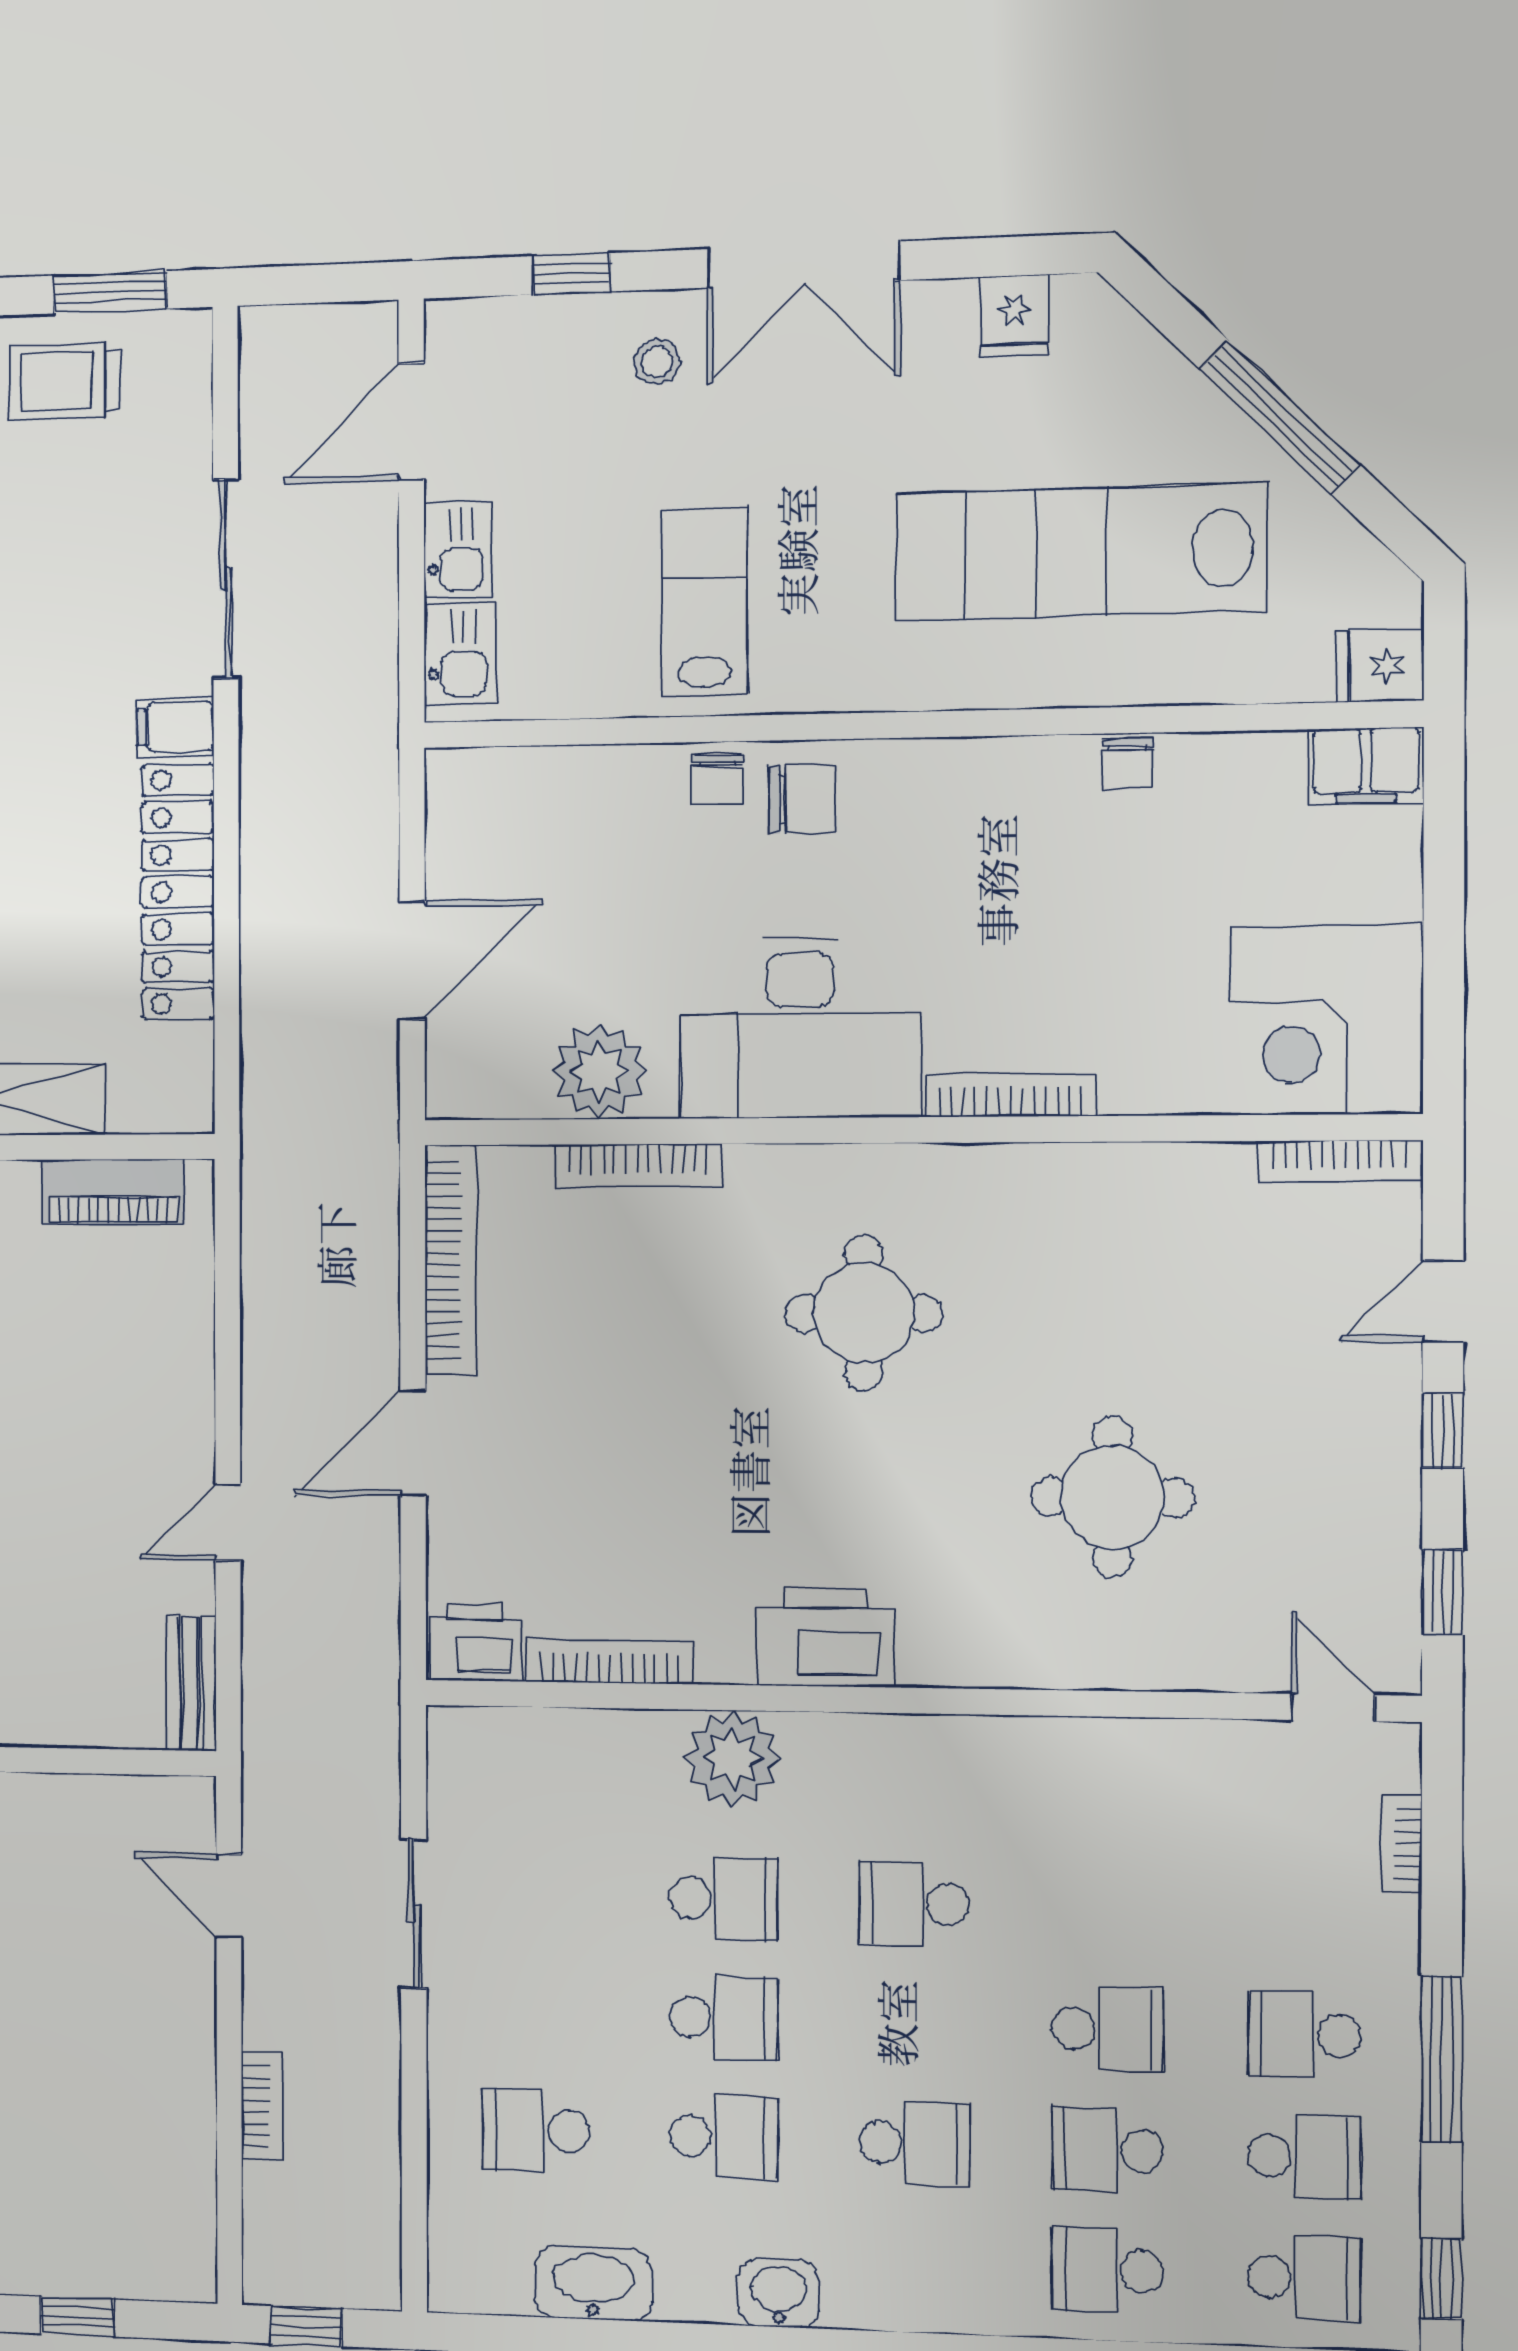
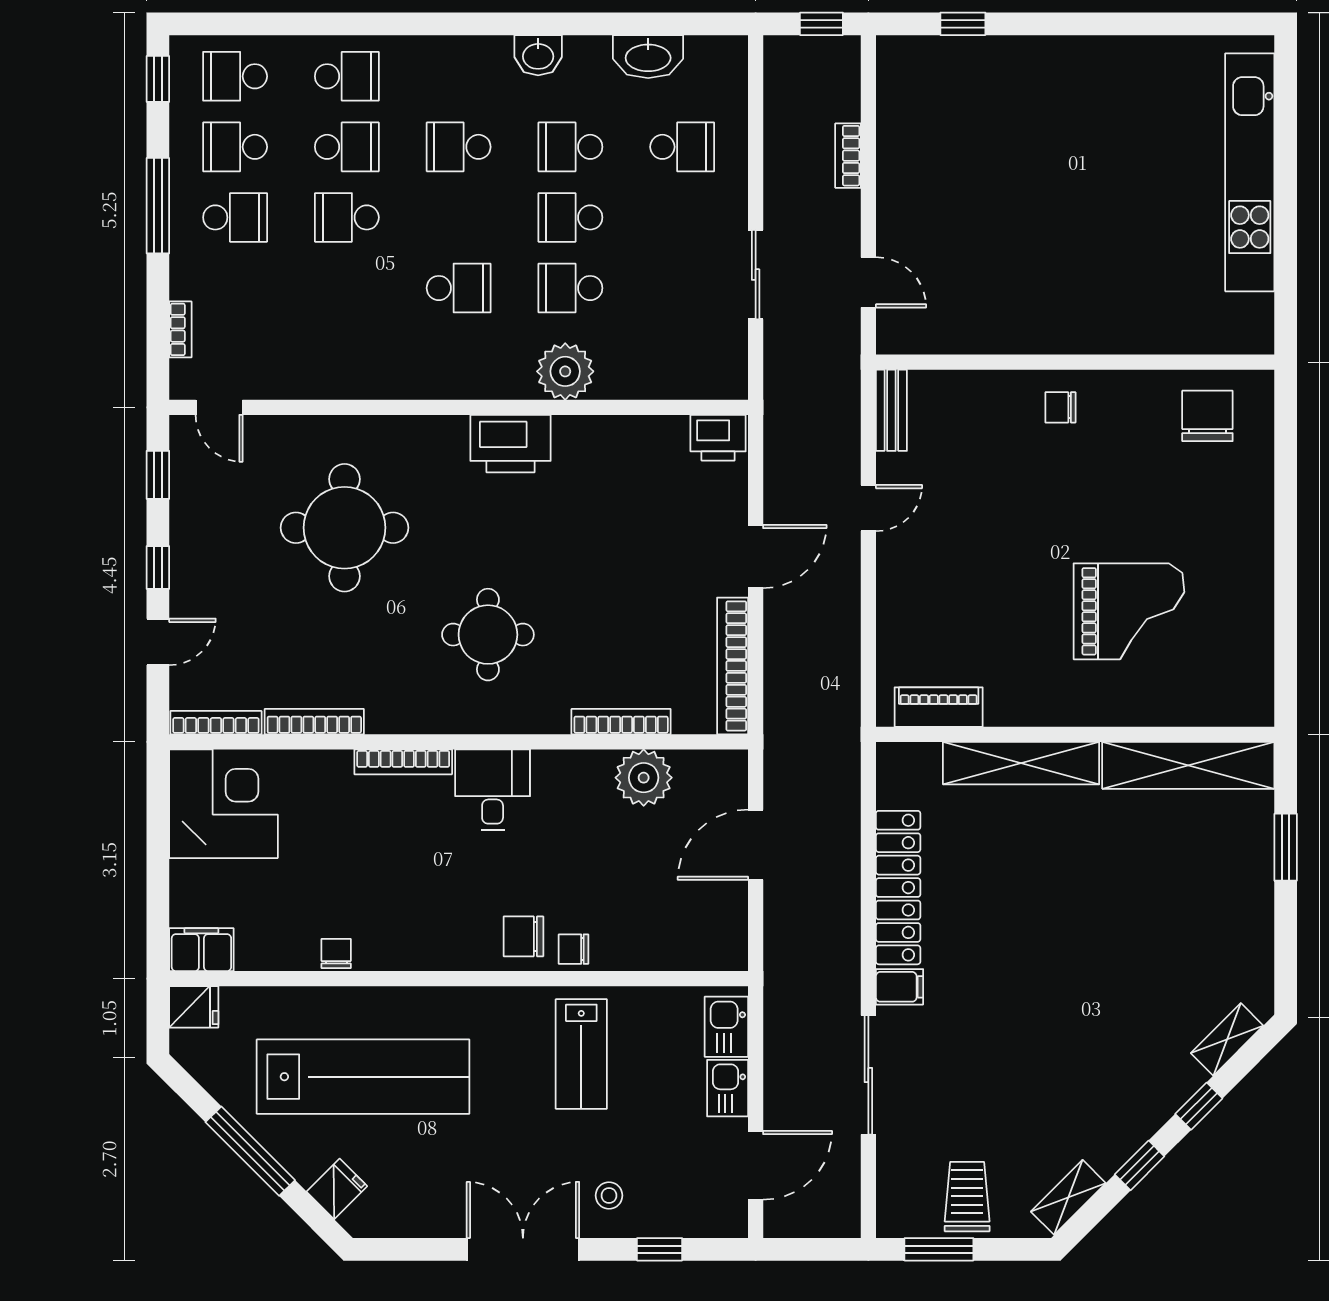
fridge: (1014, 316) -> (337, 1189), moved, turned 45
trolley: (65, 381) -> (967, 1197), turned -90
chair: (718, 779) -> (573, 949), turned -90
desk: (800, 1028) -> (493, 790), width x0.53, depth x0.77
round table: (1112, 1497) -> (344, 528), width x1.36, depth x1.36
bookcase: (610, 1661) -> (314, 722), moved, turned 180

